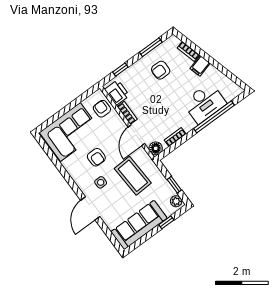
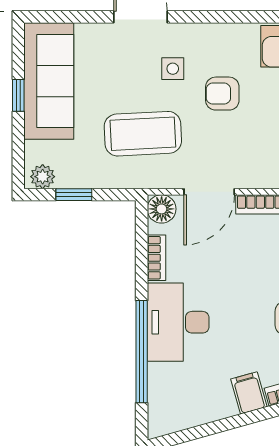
desk: (204, 103) -> (178, 322), moved
door: (136, 135) -> (209, 192), swing flipped
window: (166, 222) -> (18, 95), moved

